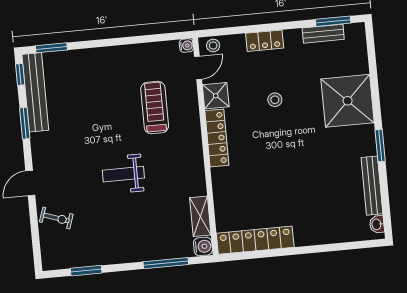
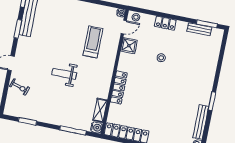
shower: (348, 101) -> (201, 71), removed
locker: (217, 138) -> (119, 87), moved

